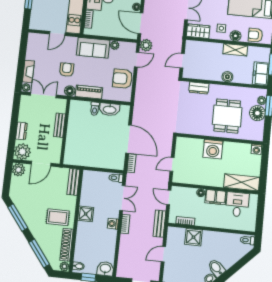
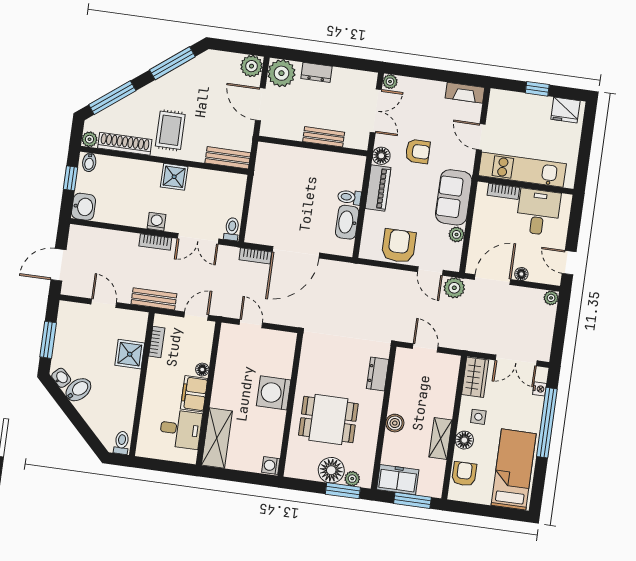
fireplace: (28, 71) -> (465, 93), moved

